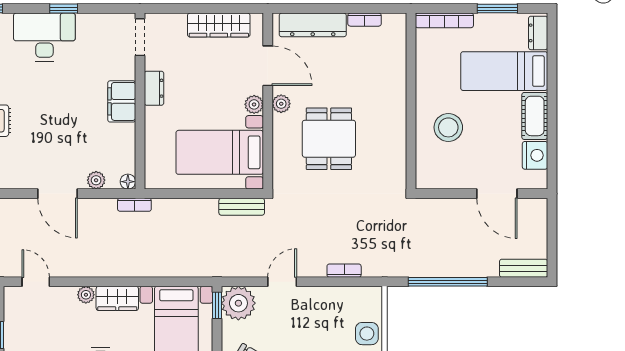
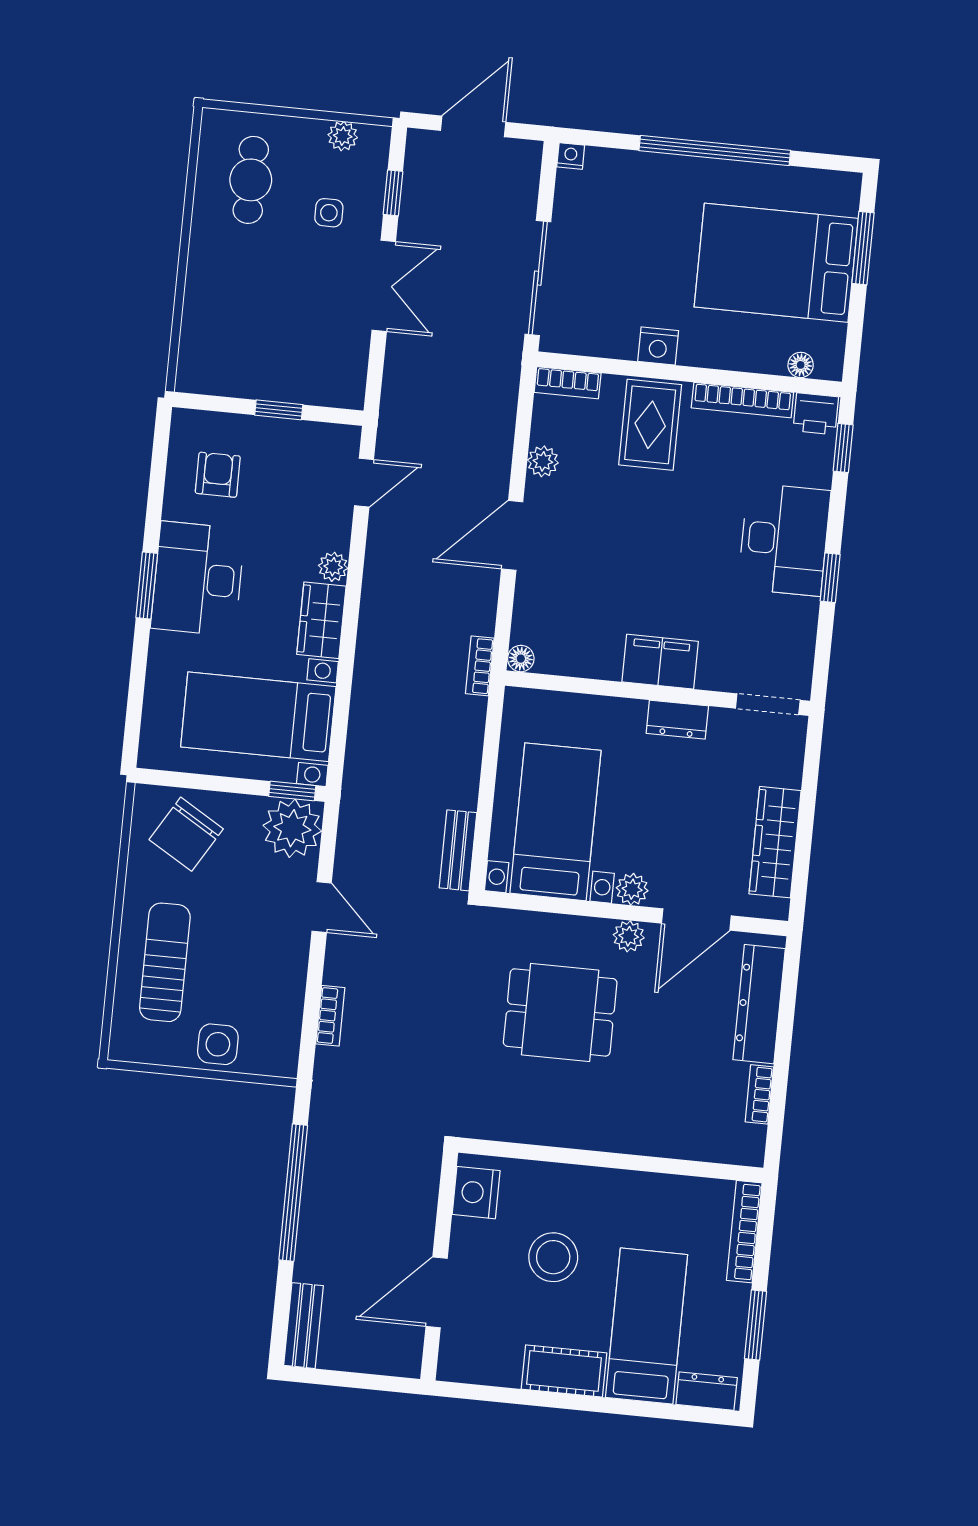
stool: (448, 127) -> (553, 1257), moved
nightstand: (535, 155) -> (476, 1193), moved, turned 90
plant: (96, 180) -> (543, 461), moved

